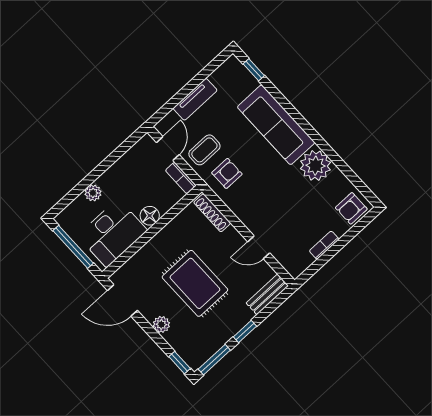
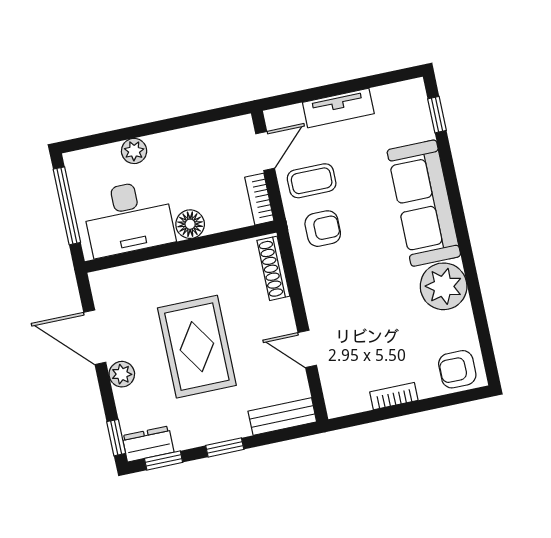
door: (122, 300) -> (95, 337), moved
dresser: (200, 355) -> (148, 444), added
window: (214, 360) -> (164, 460), width x0.67

